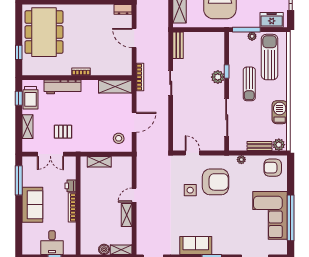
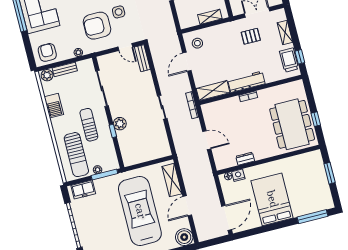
dresser: (123, 9) -> (245, 159), moved
bench: (178, 45) -> (142, 58), moved
window: (19, 52) -> (316, 119), moved
workbench: (62, 87) -> (246, 82), moved
armchair: (273, 168) -> (47, 52), turned -90

